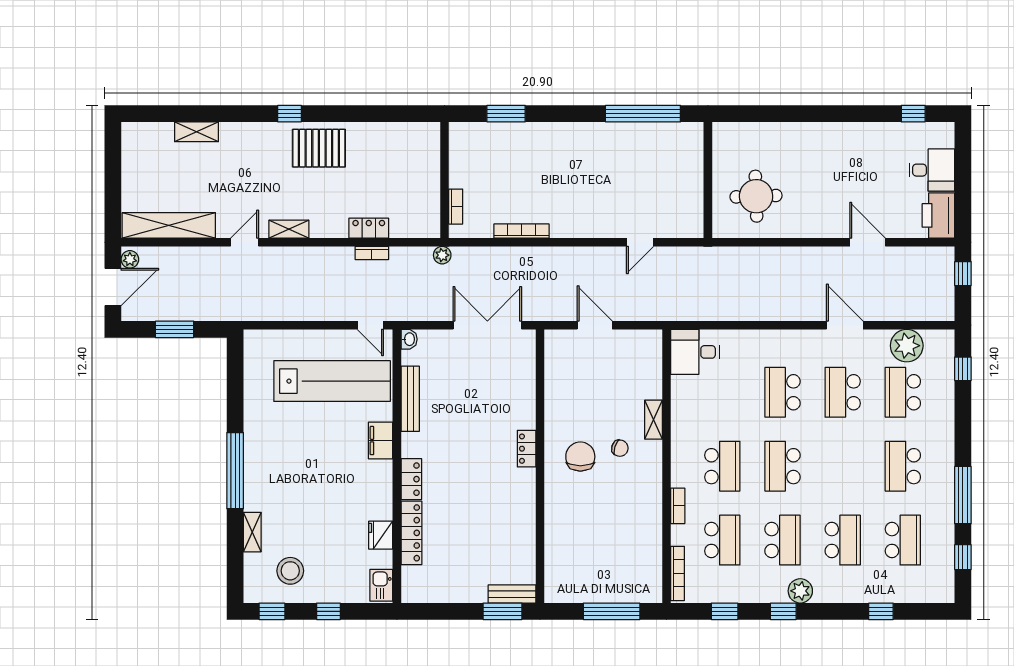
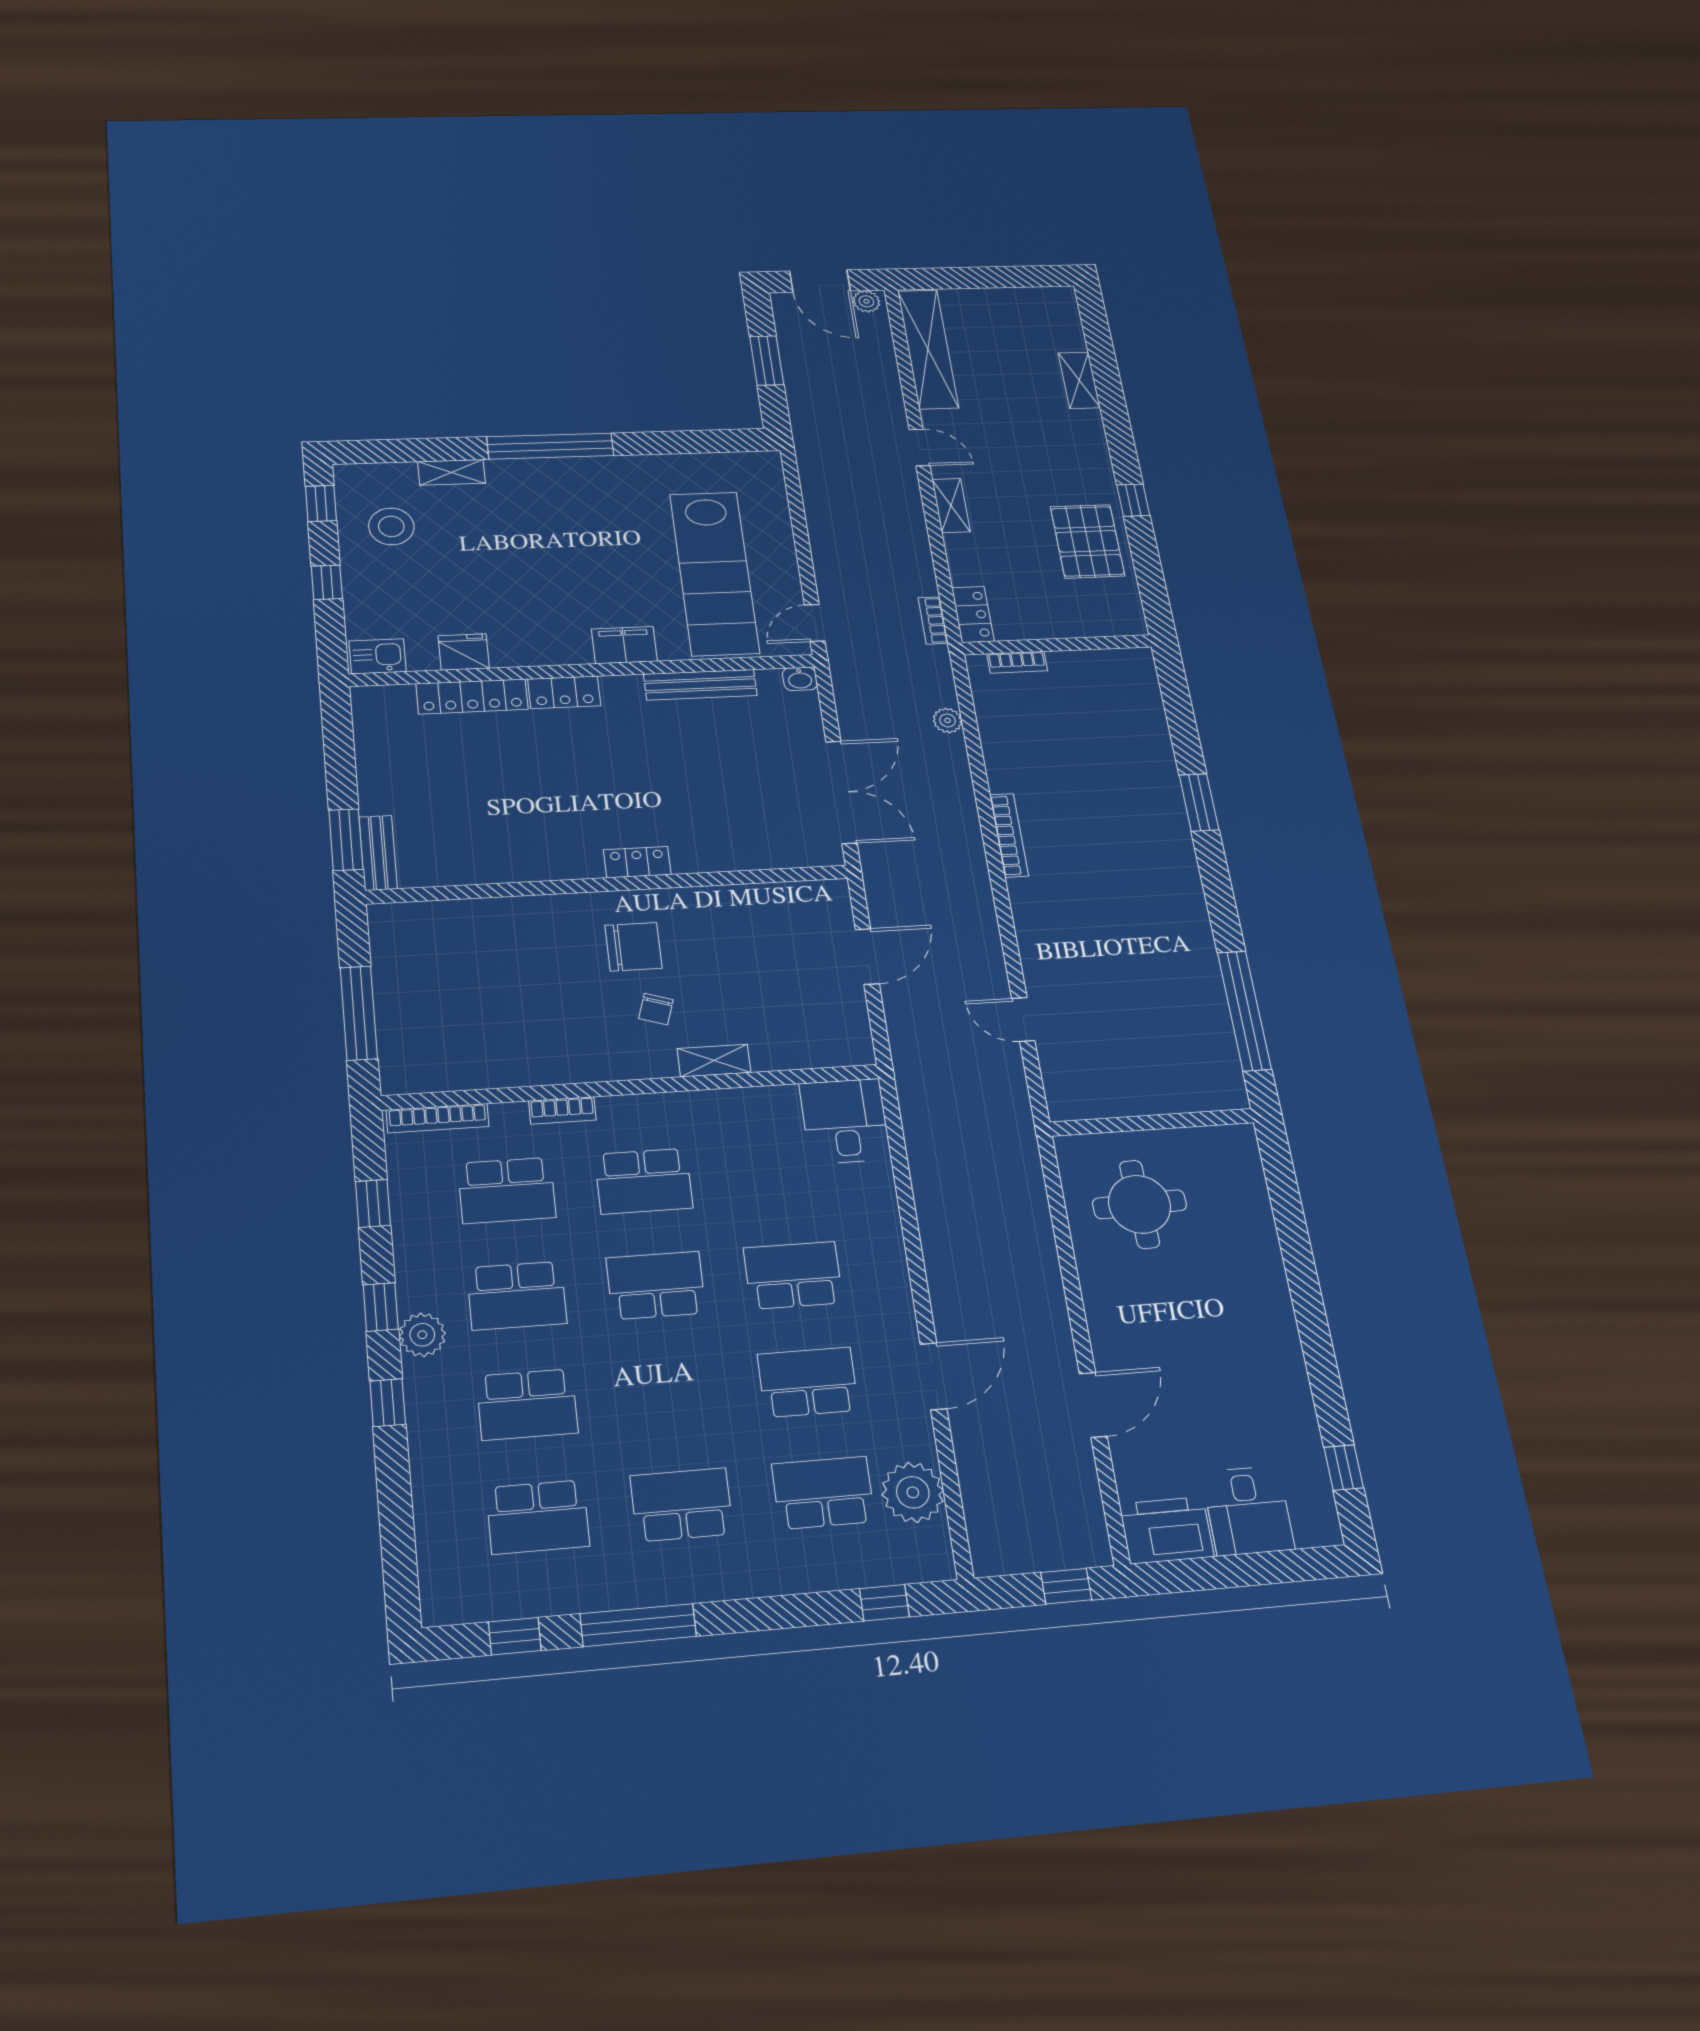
wall: (445, 180) -> (1057, 645), moved
bookcase: (456, 207) -> (1017, 662), moved
window: (881, 611) -> (388, 1403), moved

